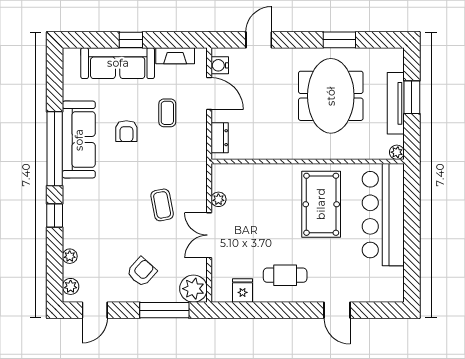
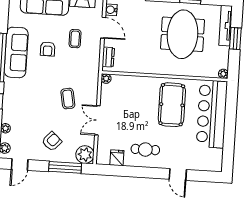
tv unit: (396, 103) -> (226, 26), moved
plant: (218, 199) -> (106, 79), moved

